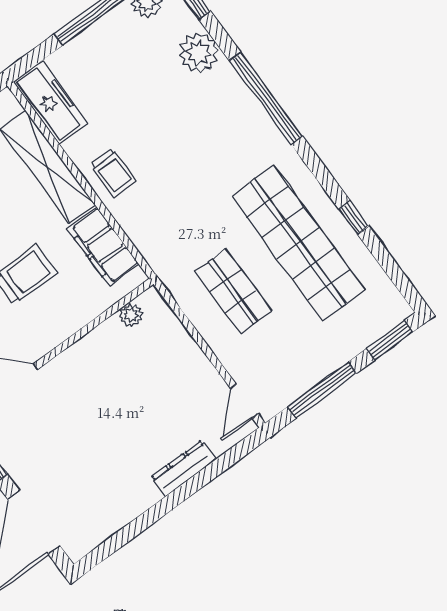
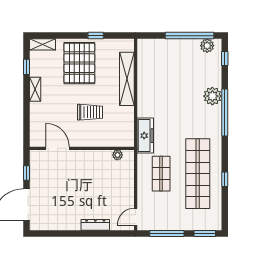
plant: (199, 53) -> (212, 96), moved
freezer: (51, 102) -> (145, 136), moved
trolley: (113, 172) -> (149, 99), removed
filing cabinet: (103, 247) -> (126, 123), removed

